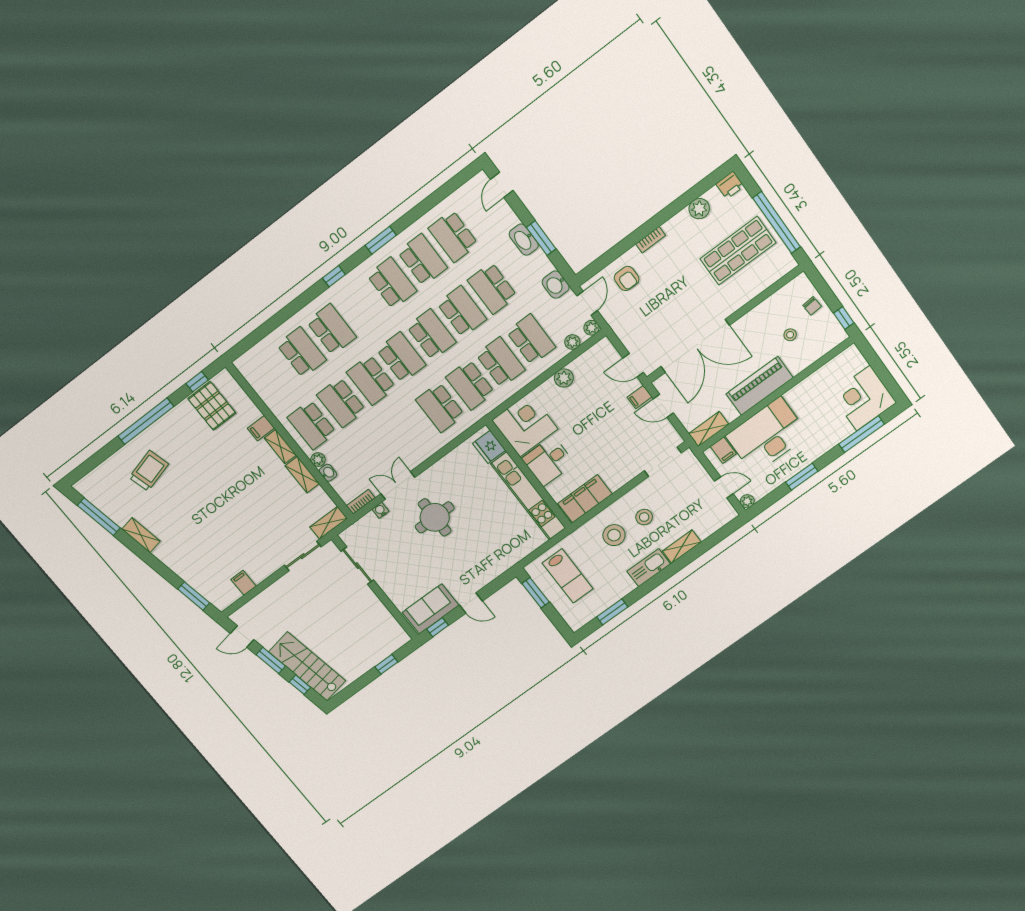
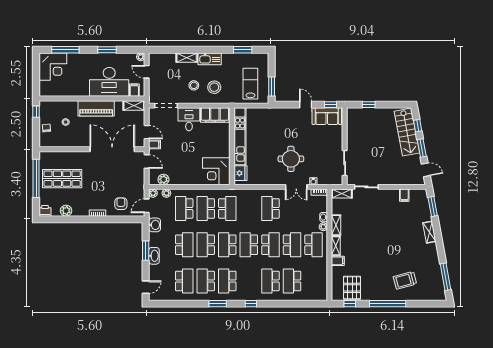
plant: (564, 378) -> (163, 179), moved
school desk: (440, 407) -> (270, 208), moved, turned 180
desk: (548, 461) -> (189, 119), moved, turned -90
shelving: (141, 535) -> (429, 232), moved

